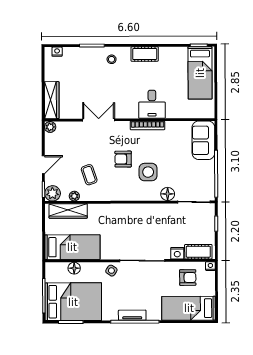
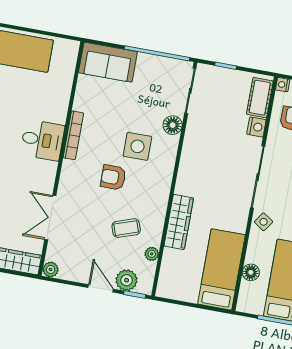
desk: (152, 104) -> (42, 140), moved
double door: (99, 120) -> (50, 218), moved
armchair: (123, 159) -> (113, 177), turned 90
plant: (53, 193) -> (127, 280), moved
wardrobe: (68, 211) -> (179, 222), moved

